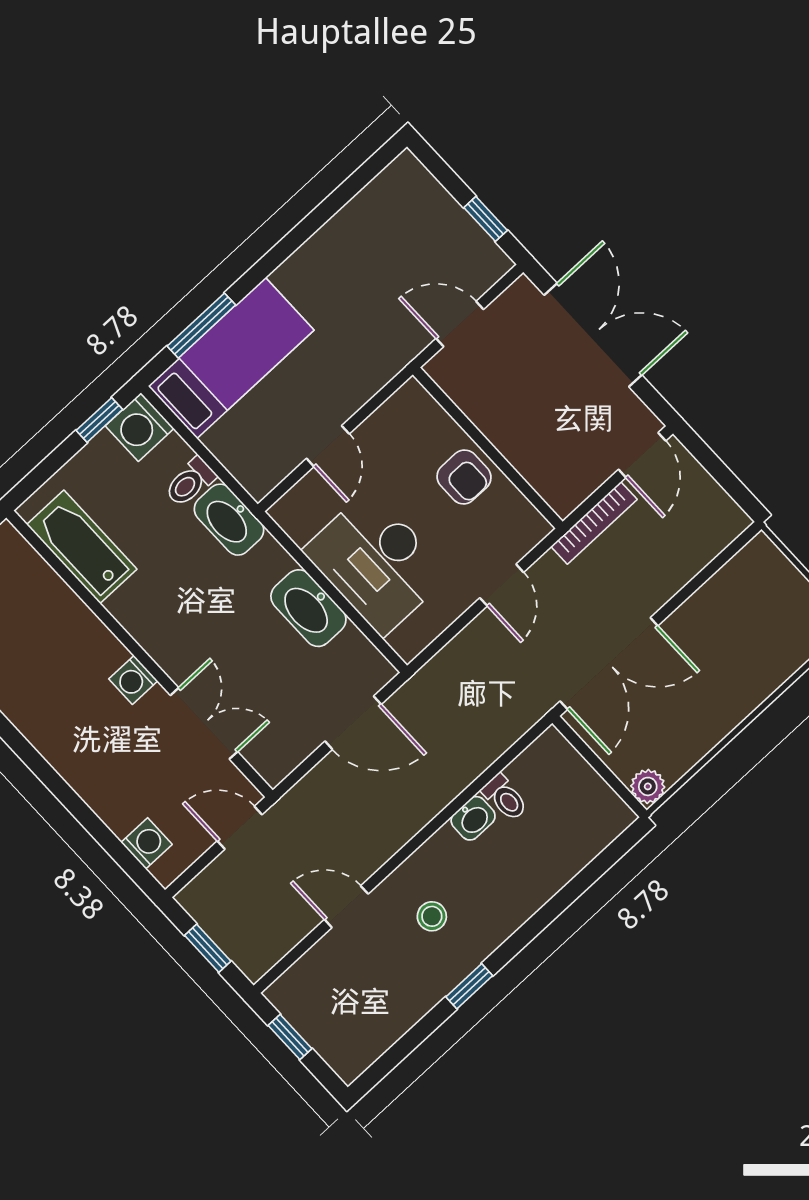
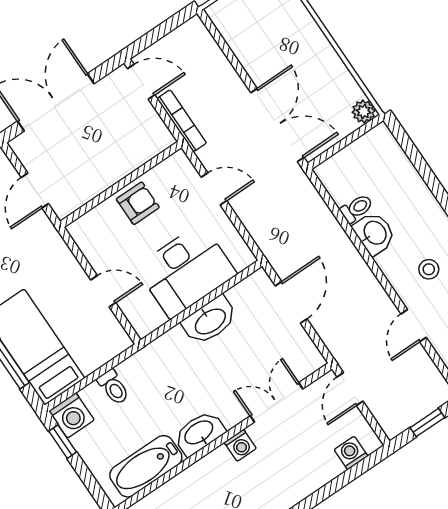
washbasin: (229, 520) -> (199, 433), moved, turned 180
washbasin: (473, 818) -> (374, 233), width x1.38, depth x1.45

